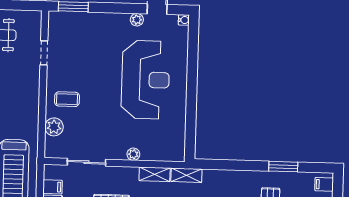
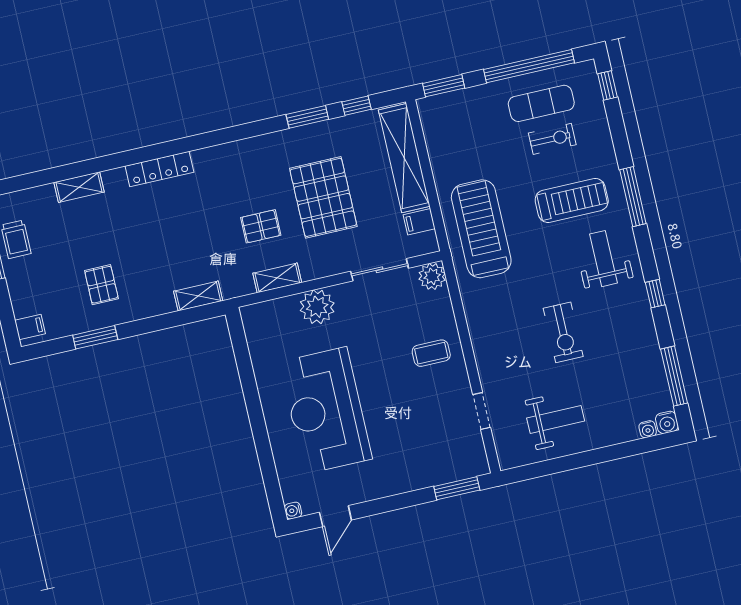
plant: (137, 20) -> (361, 493), removed
plant: (54, 127) -> (432, 276), moved
plant: (133, 154) -> (317, 307), width x1.87, depth x1.87
shelving: (186, 175) -> (198, 296), moved

